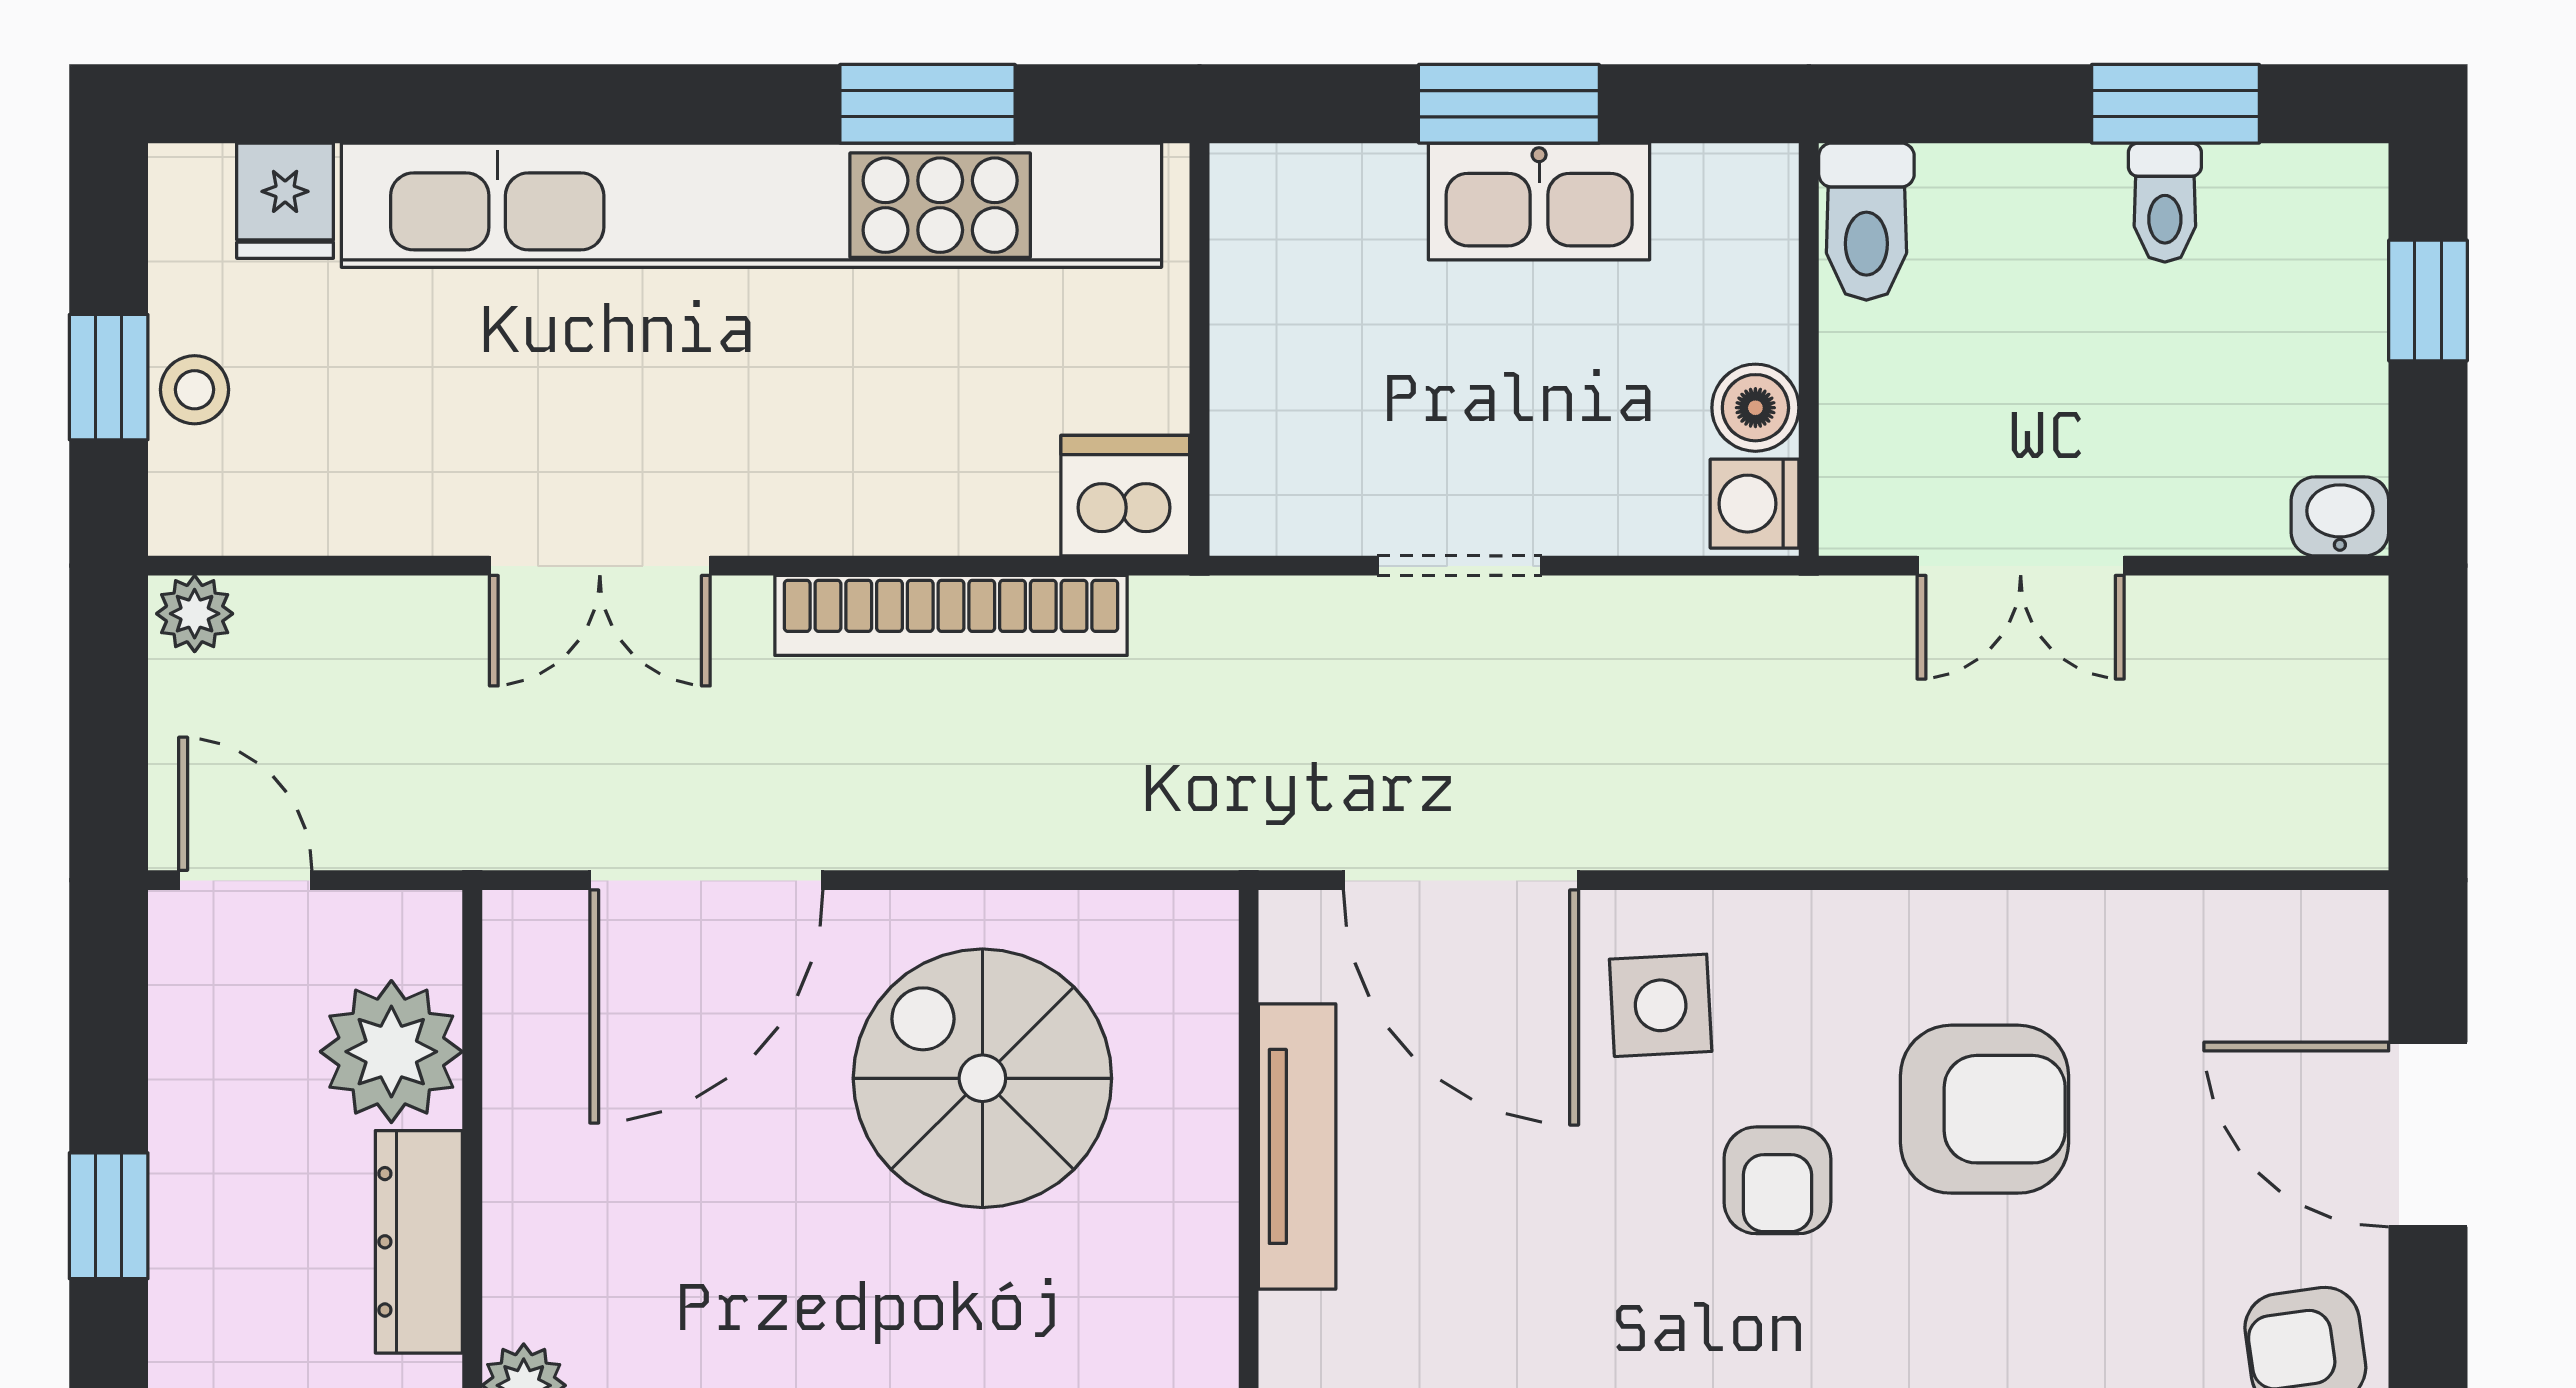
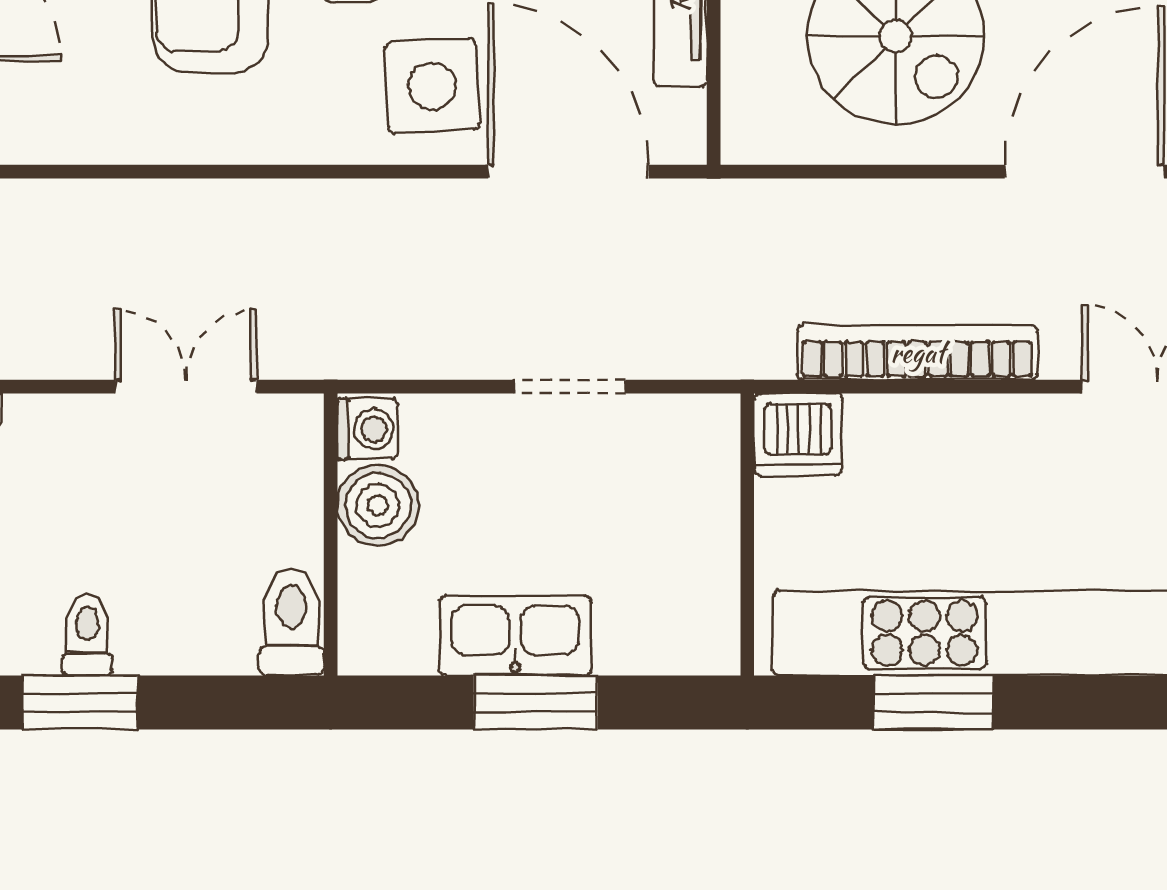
boiler: (1755, 408) -> (378, 505), width x1.36, depth x1.36
side table: (1661, 1005) -> (432, 86), width x1.37, depth x1.37

